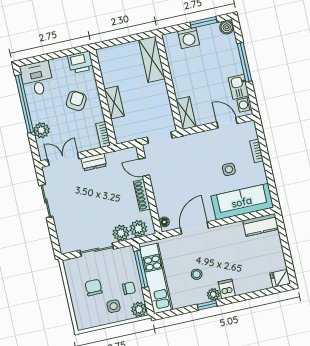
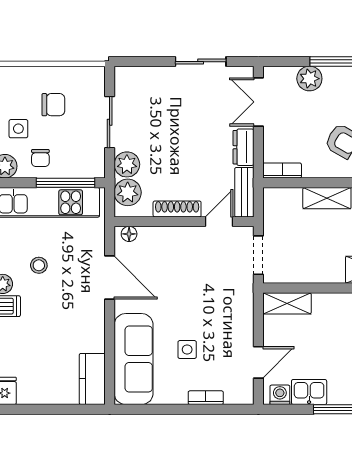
bench: (122, 155) -> (244, 192), added
double door: (63, 159) -> (258, 102), swing flipped

